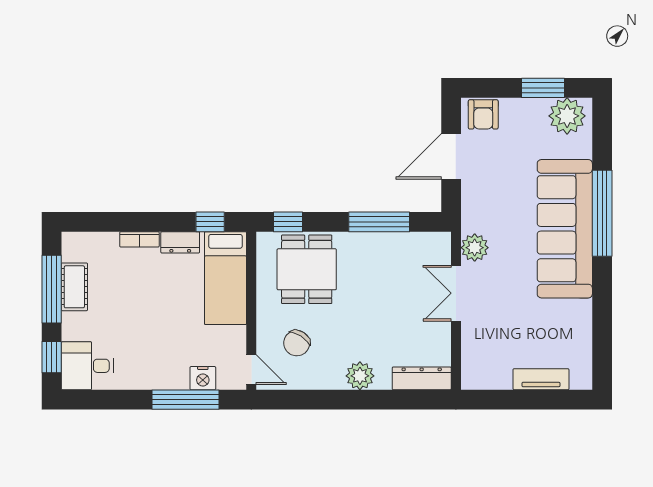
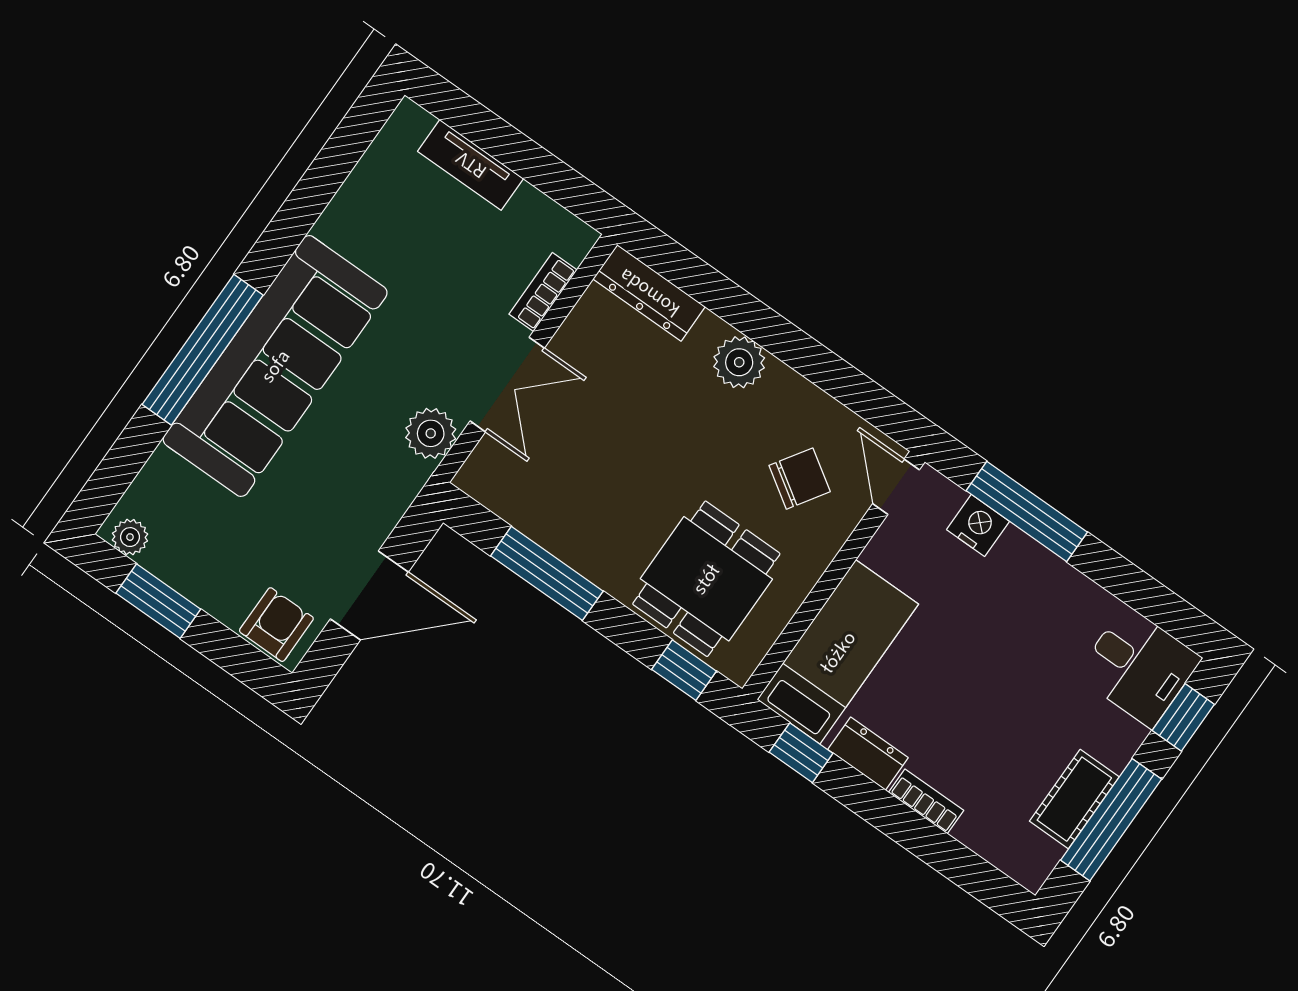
plant: (567, 116) -> (130, 537), width x0.53, depth x0.53
bookcase: (469, 346) -> (543, 292), added

